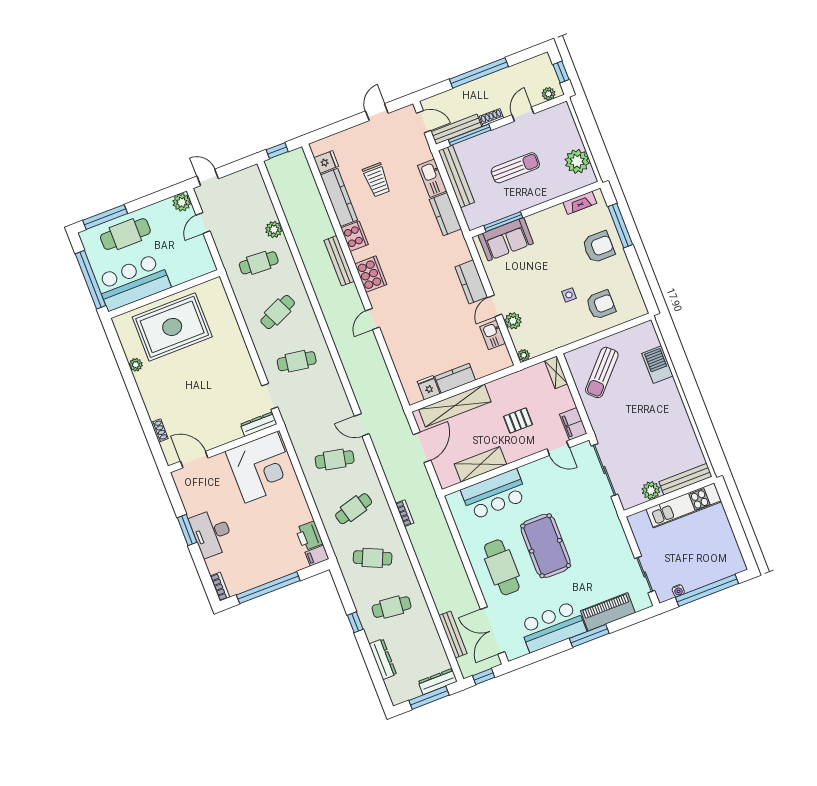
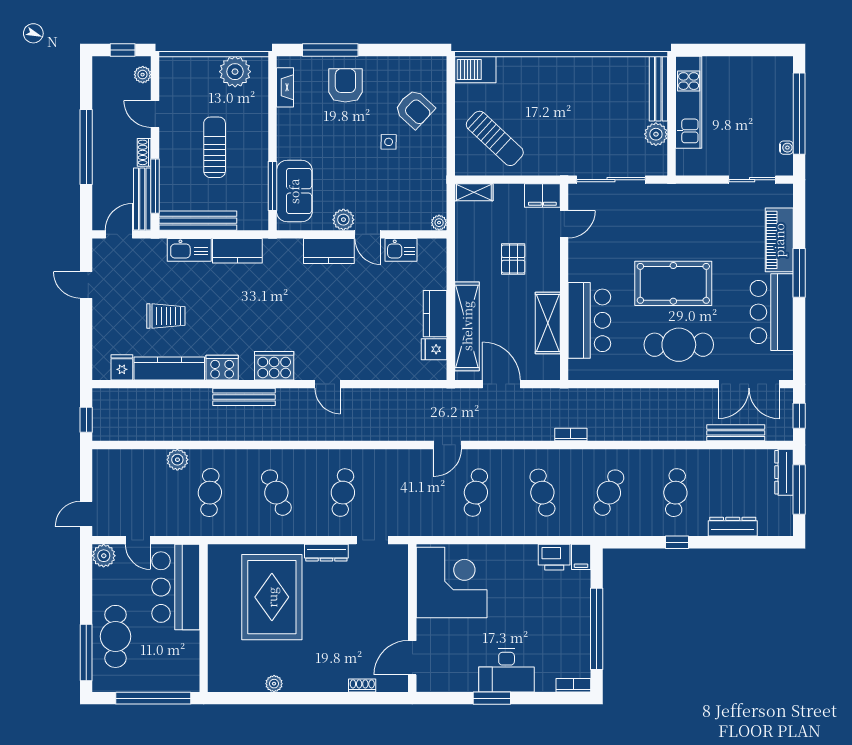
bar counter: (133, 282) -> (176, 587), moved
armchair: (601, 305) -> (415, 109), turned 133
plant: (513, 321) -> (343, 220), moved
rug: (172, 327) -> (272, 597), moved
barbecue: (657, 365) -> (475, 69), moved
dresser: (259, 424) -> (326, 553), moved, turned -90

